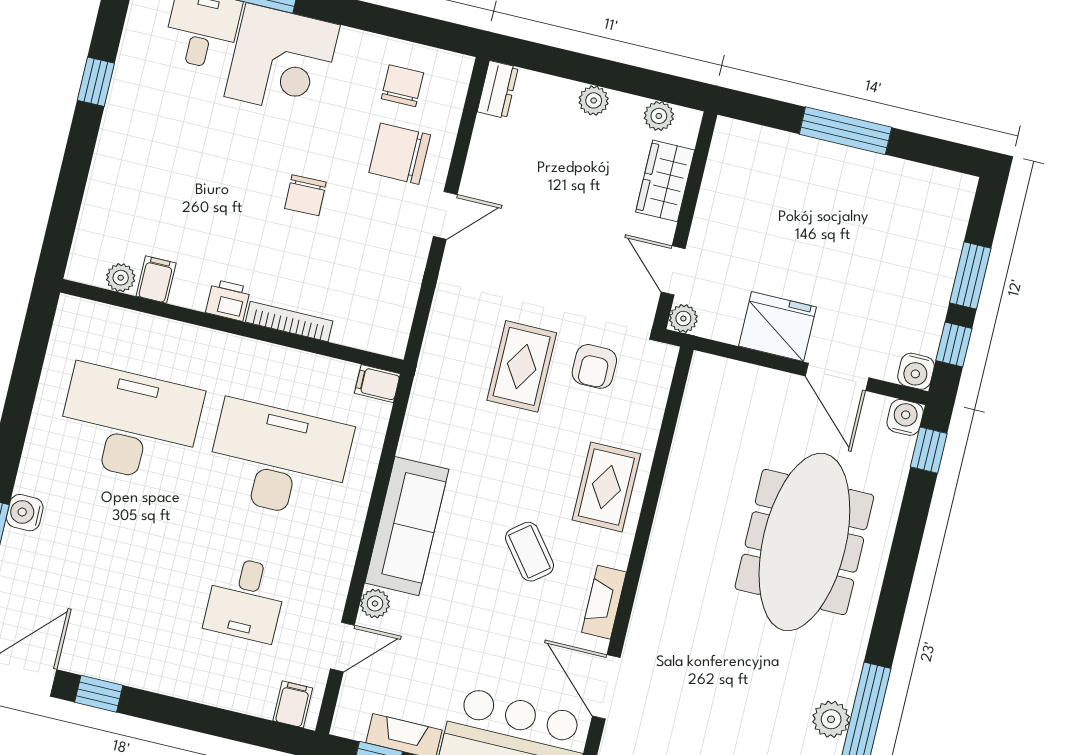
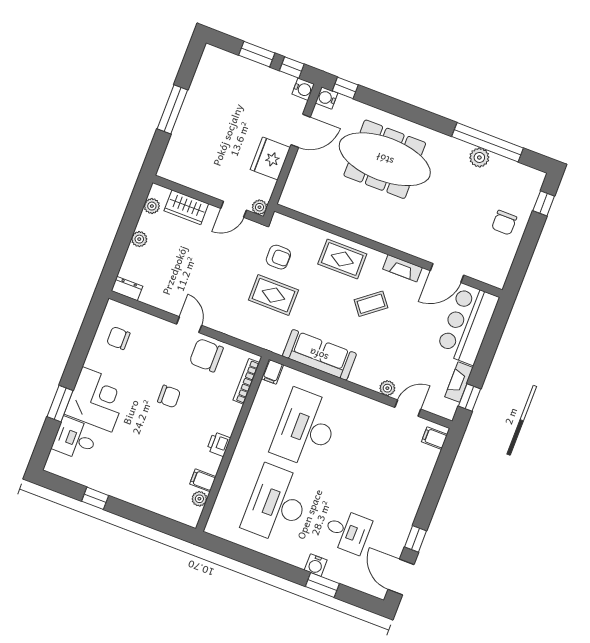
chair: (400, 154) -> (206, 355), moved, turned 90
bookcase: (289, 322) -> (246, 381), moved
sofa: (407, 526) -> (319, 355), moved
desk: (246, 599) -> (347, 531), moved
door: (342, 647) -> (408, 408), hinge flipped

